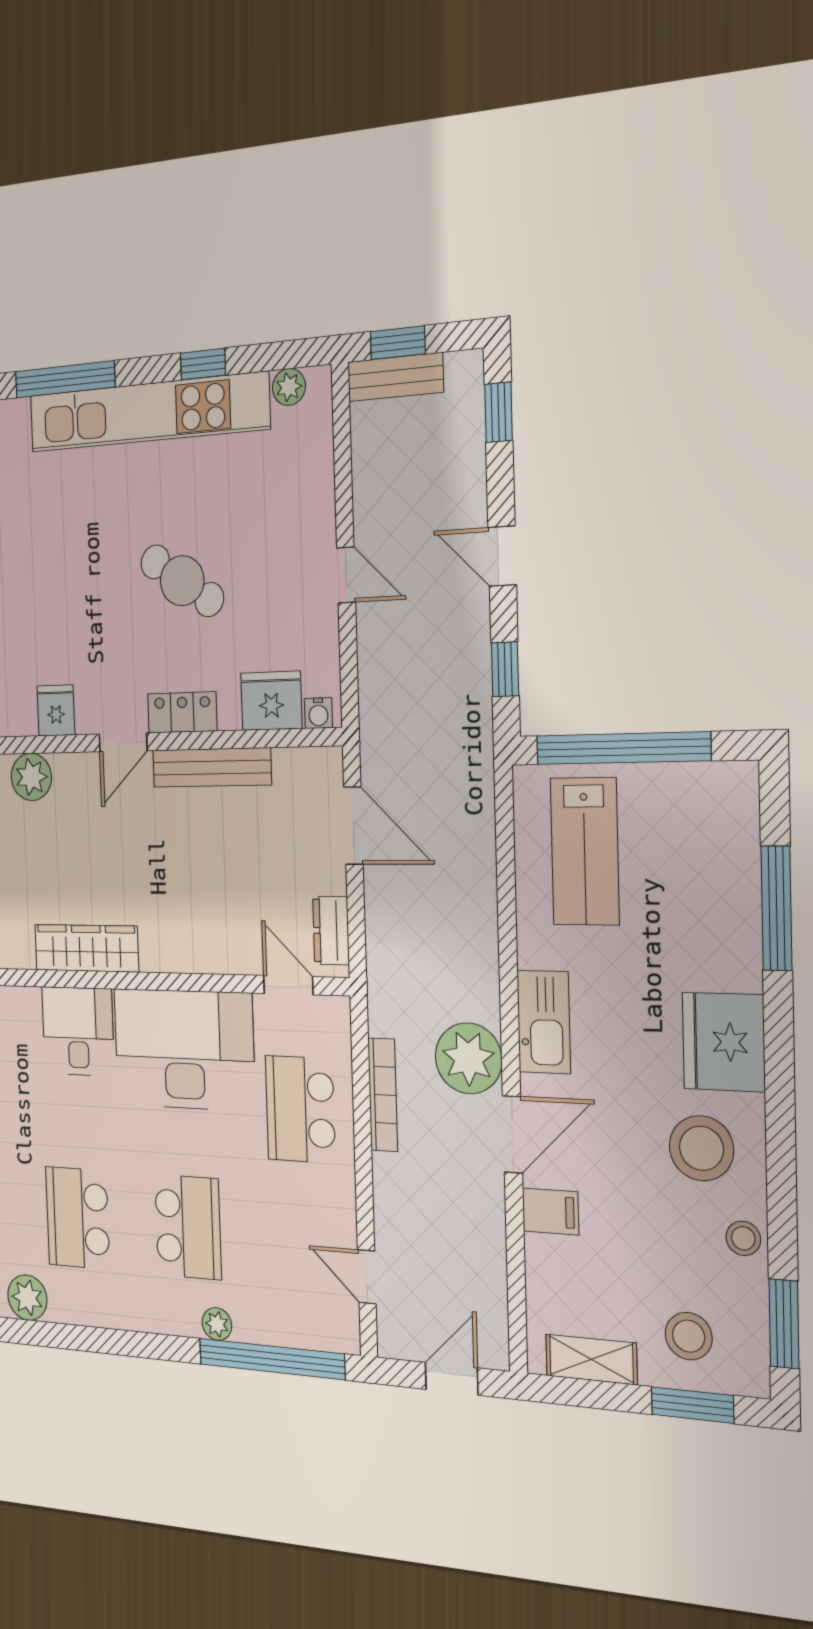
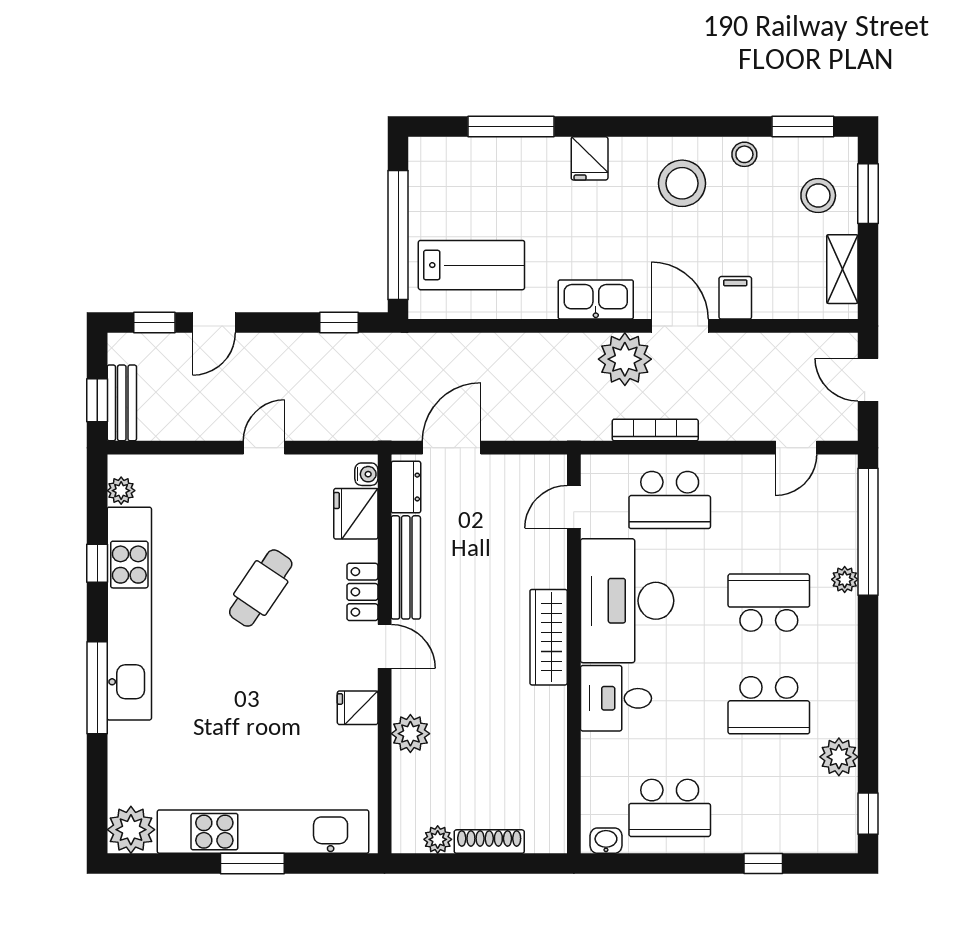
door: (502, 556) -> (214, 323), moved
dresser: (331, 931) -> (406, 487), moved, turned -90
wardrobe: (86, 948) -> (549, 637), moved
fridge: (724, 1042) -> (590, 158), width x0.53, depth x0.75

